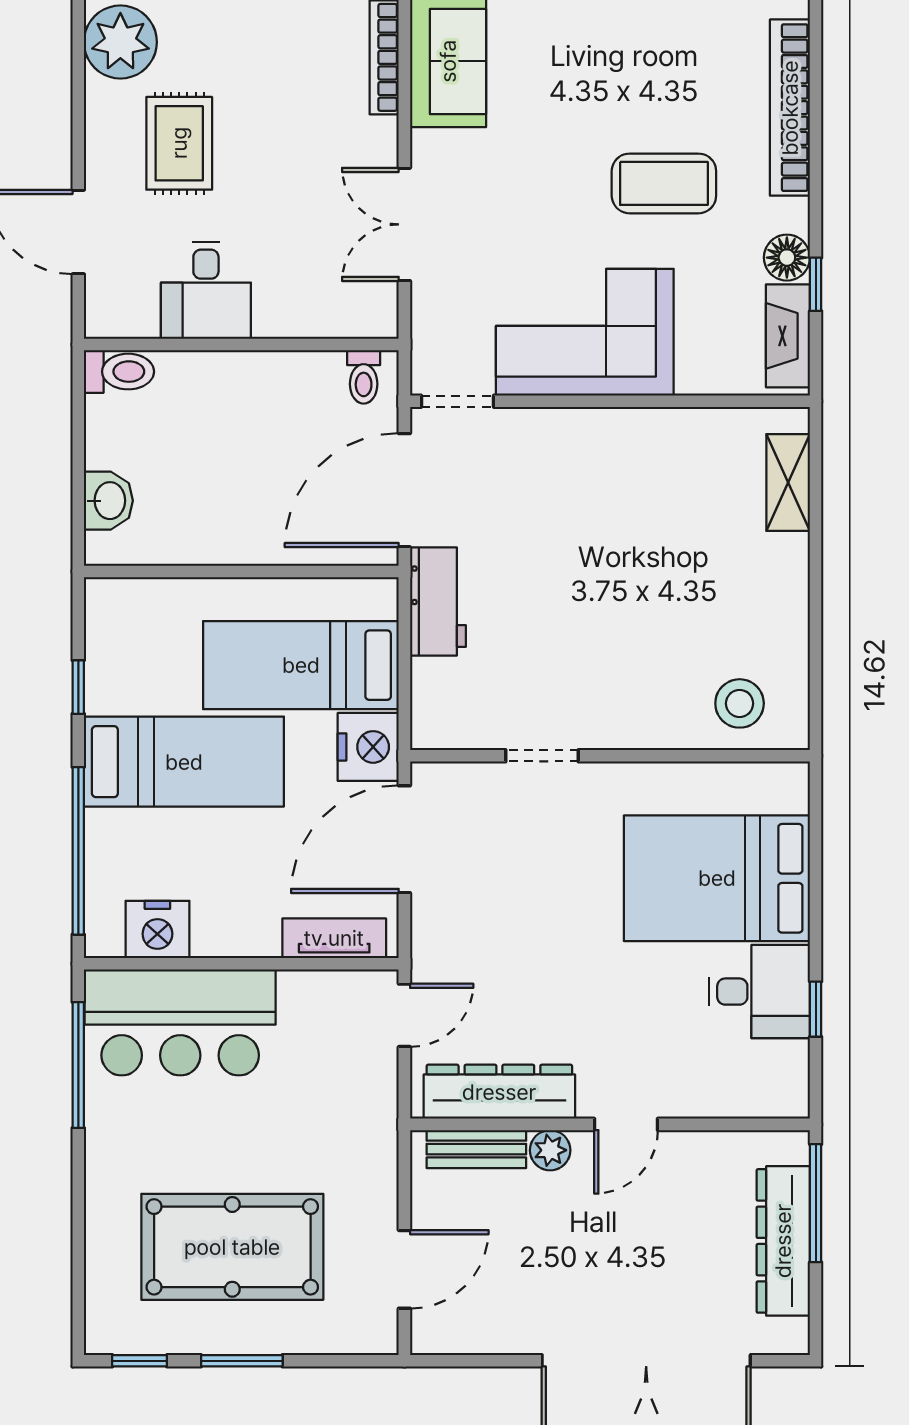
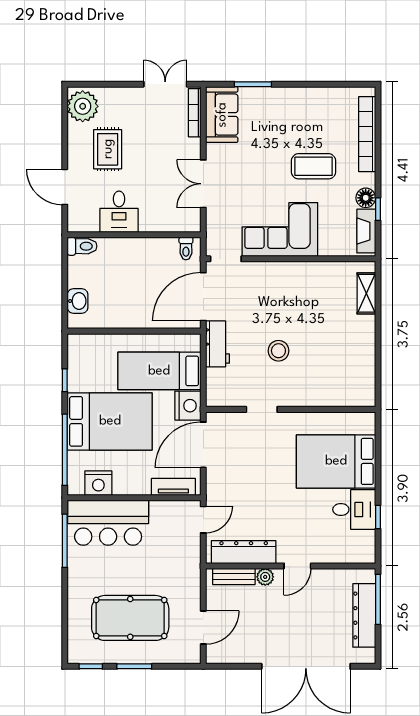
stool: (740, 703) -> (278, 351), moved
bed: (184, 762) -> (110, 421), width x1.50

